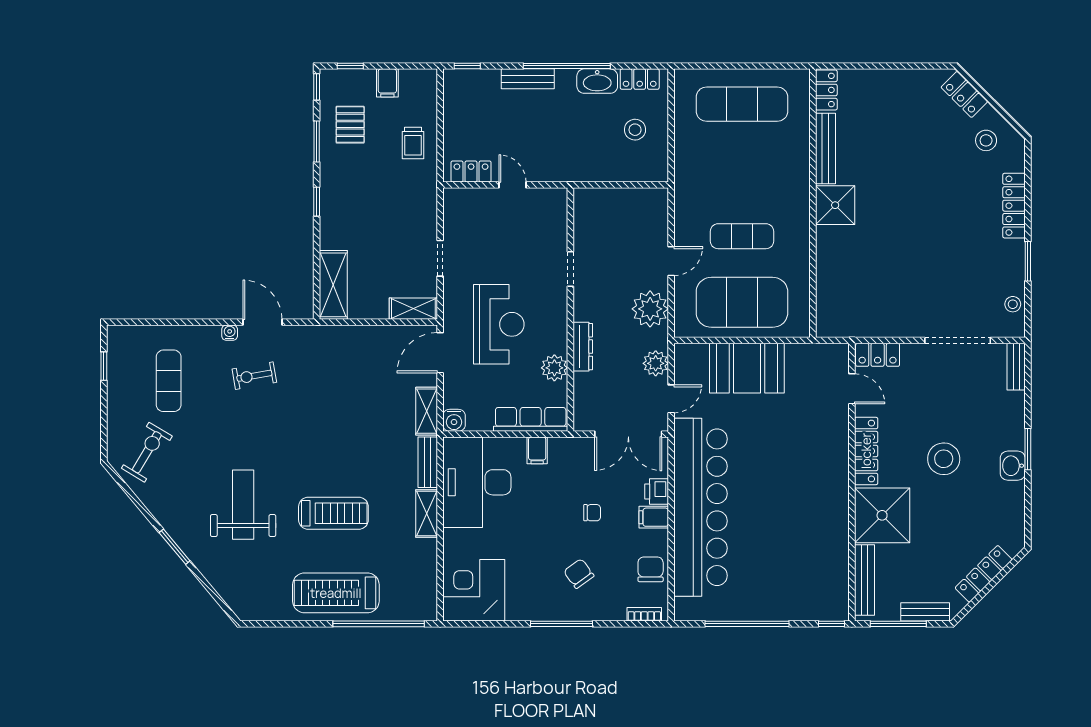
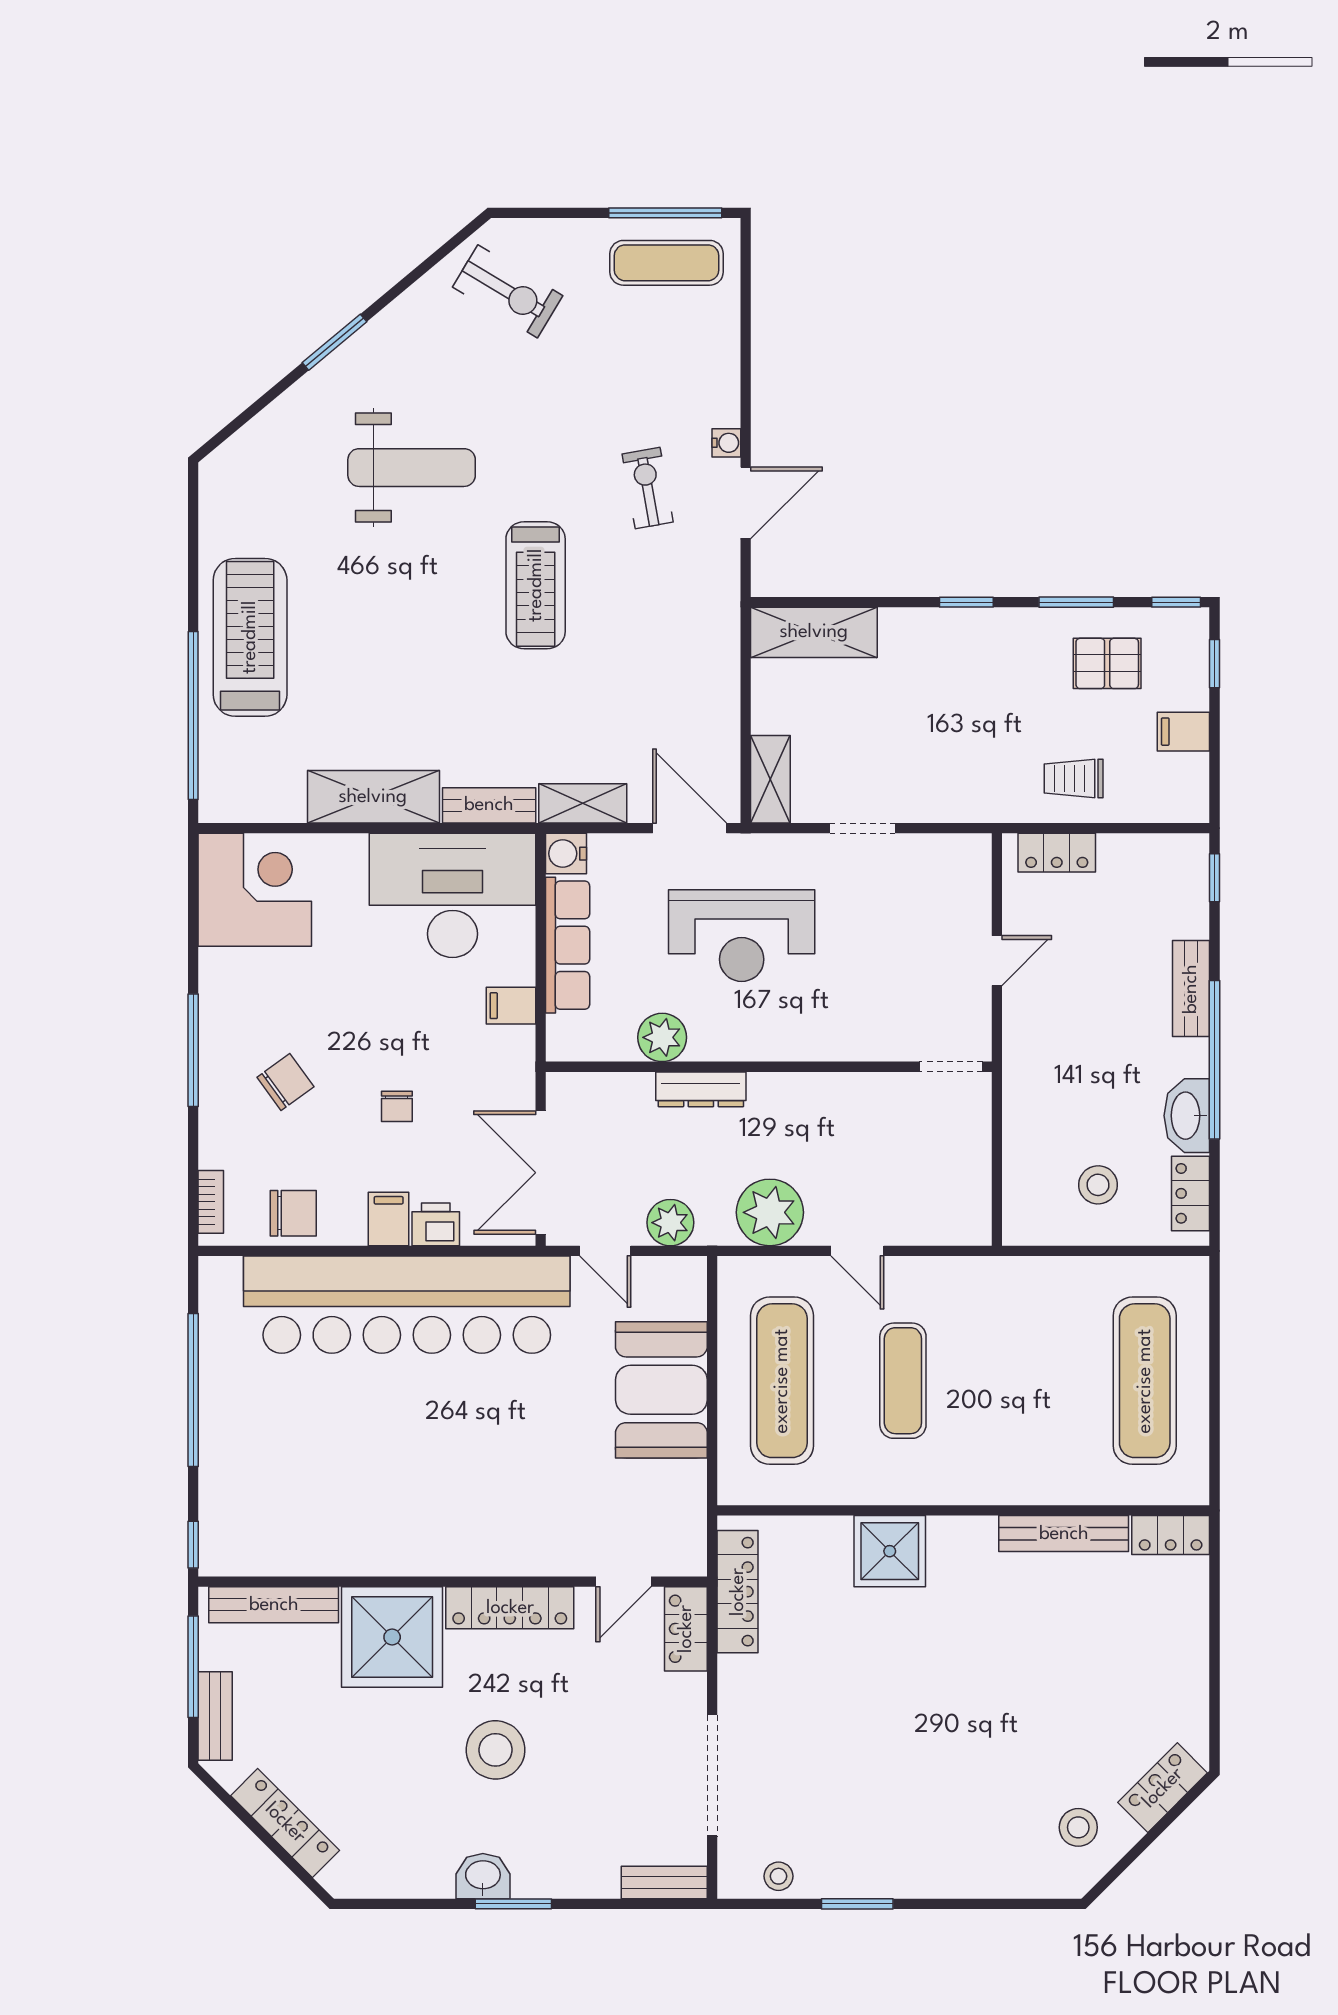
locker: (471, 172) -> (1057, 853), moved, turned 90
shower: (835, 205) -> (890, 1551), moved
locker: (1014, 206) -> (738, 1592), moved, turned 90
doorway: (570, 269) -> (951, 1067), moved
exercise mat: (742, 302) -> (782, 1381), width x0.68
window: (104, 366) -> (665, 213), width x2.17
exercise mat: (169, 381) -> (667, 263), moved
row of seats: (531, 419) -> (568, 945), moved
treadmill: (333, 513) -> (536, 585), moved
shelving: (427, 514) -> (373, 797), width x1.50, depth x1.33

